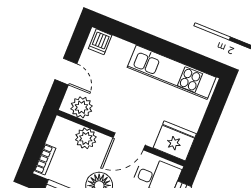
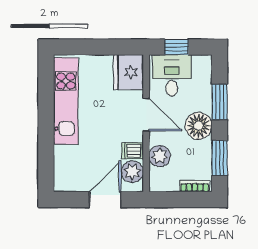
dishwasher: (100, 42) -> (132, 151), moved, turned 180
door: (66, 72) -> (105, 200), width x1.38

